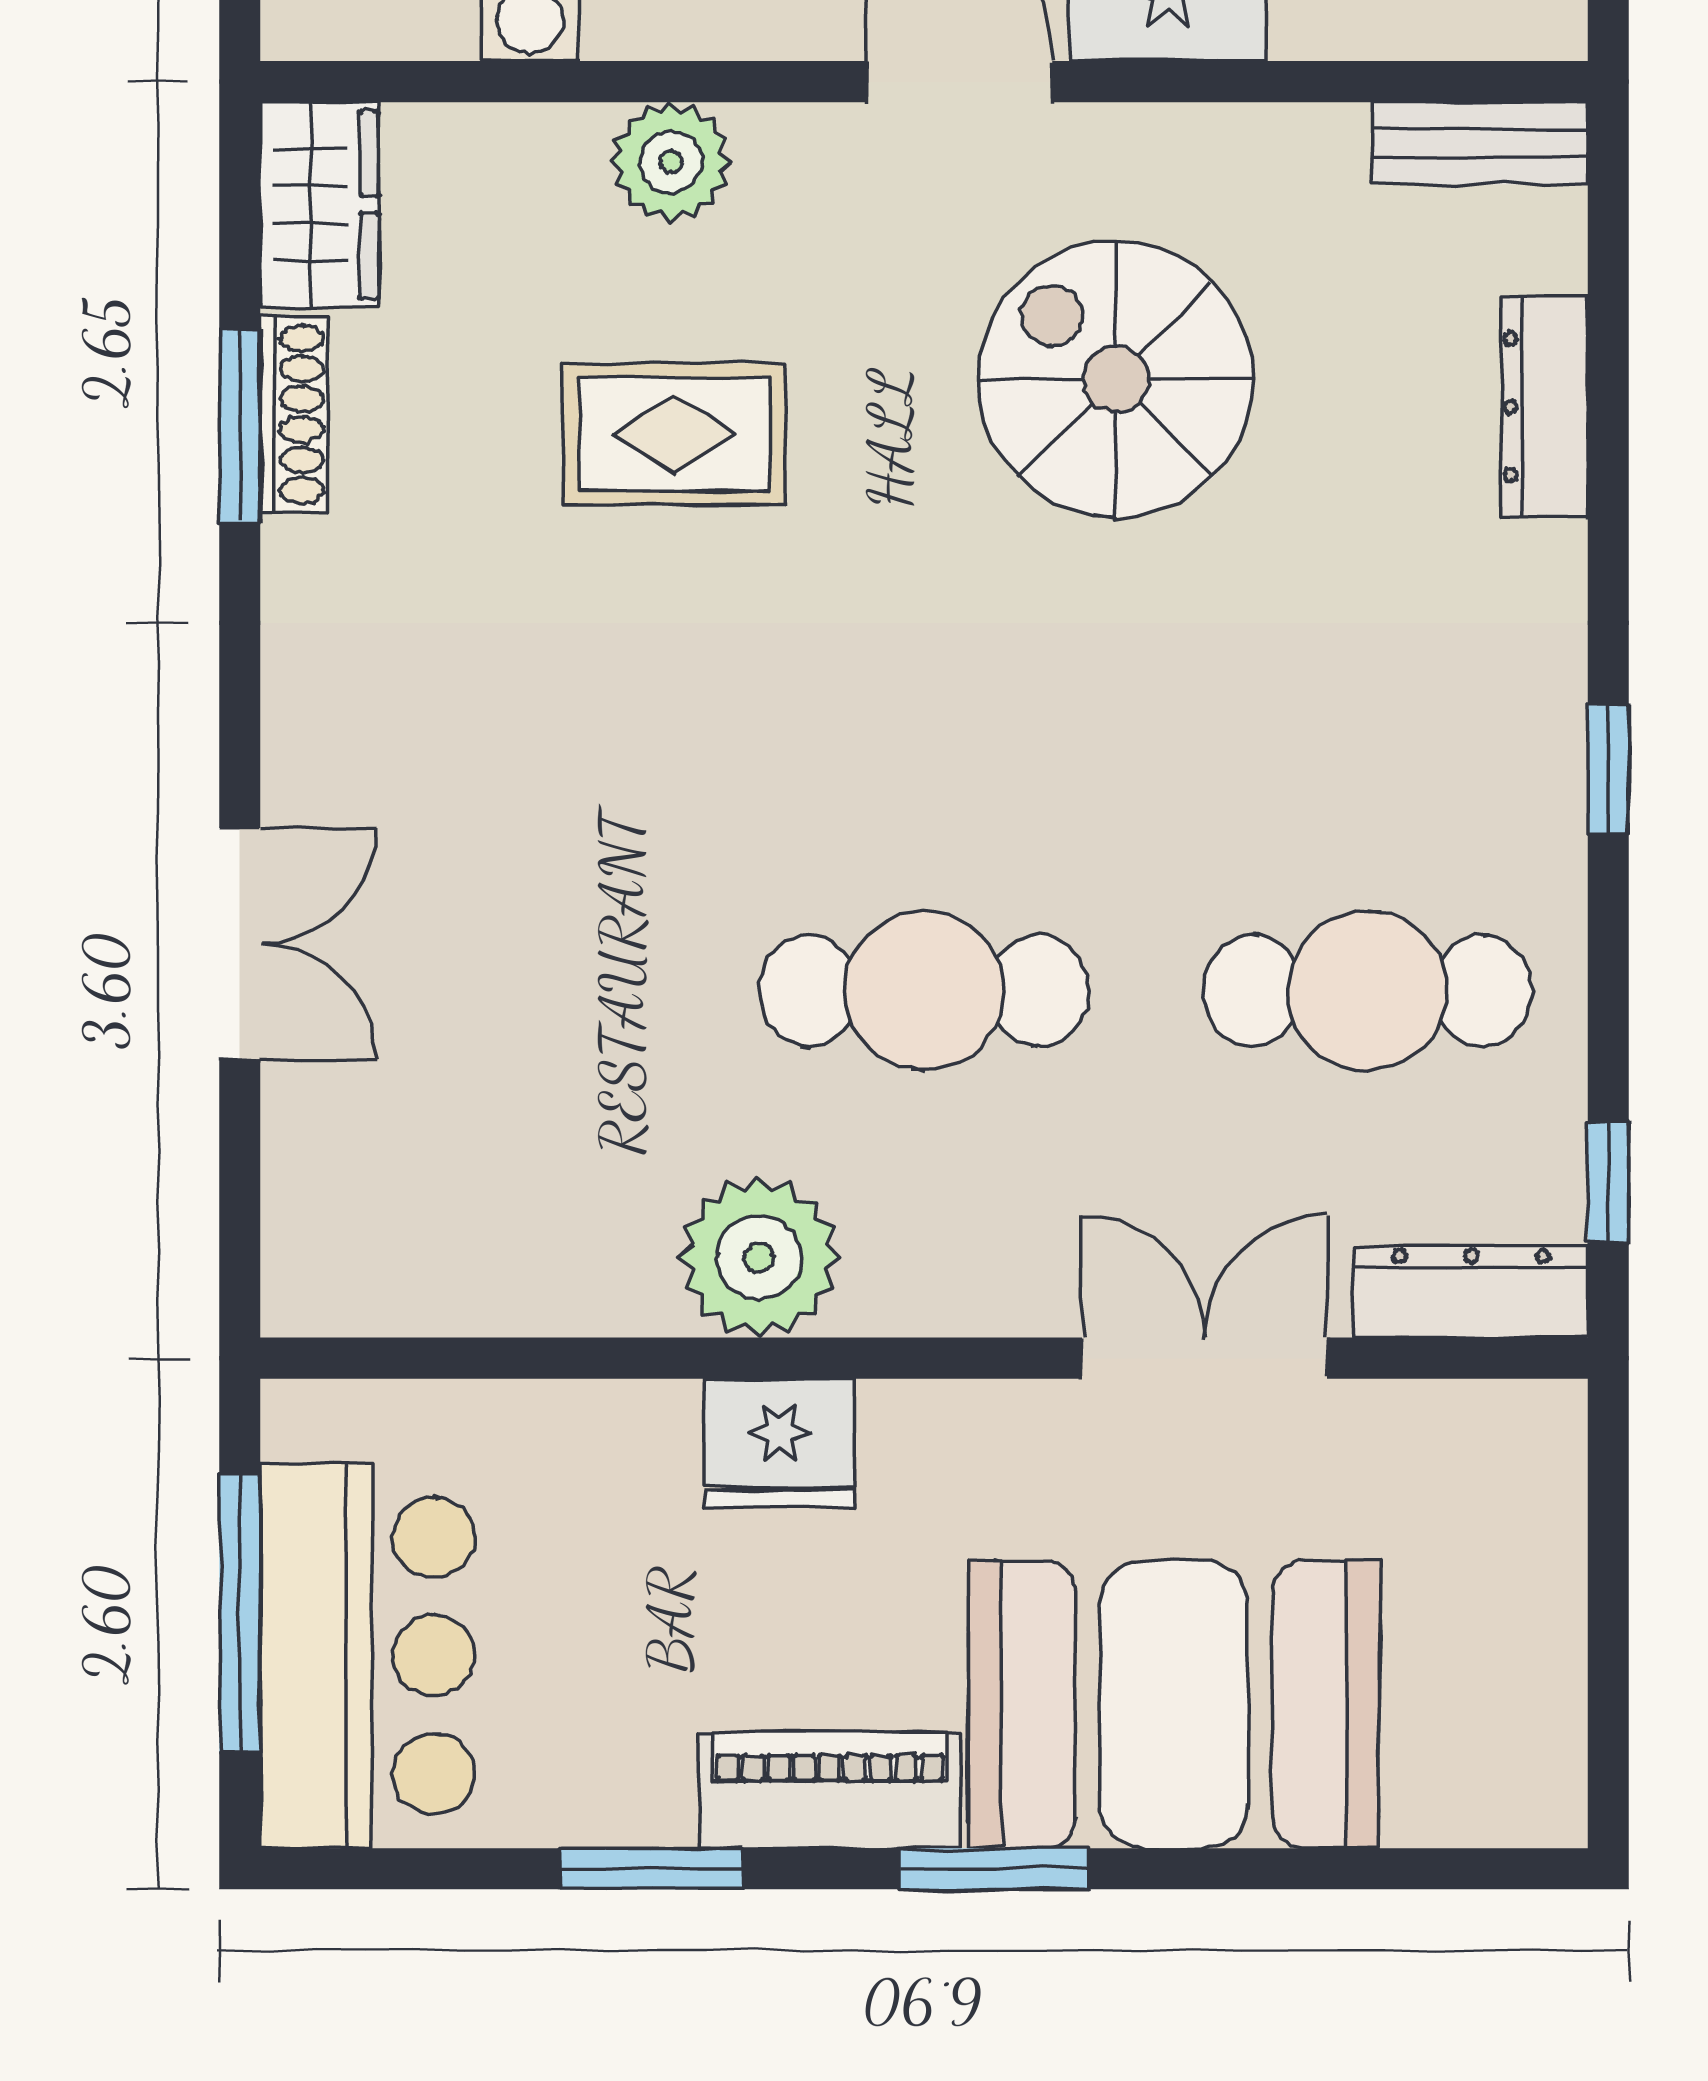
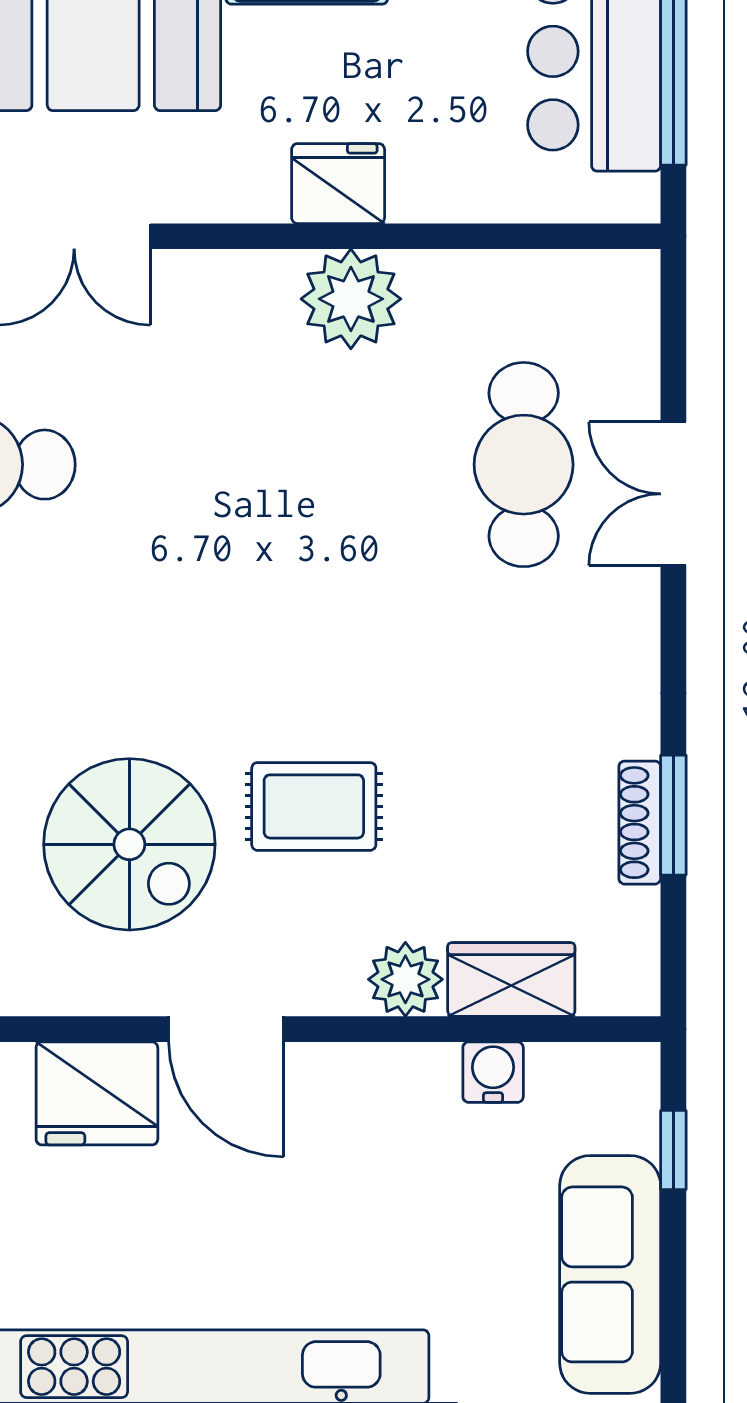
wardrobe: (320, 205) -> (511, 980), moved, turned 90
rug: (675, 434) -> (314, 806), moved
cafe table: (924, 991) -> (524, 465), moved, turned 90

